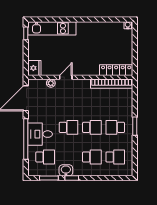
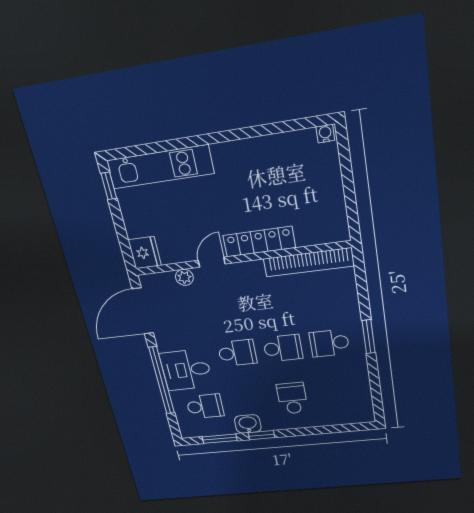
locker: (116, 70) -> (259, 242), moved
school desk: (92, 157) -> (292, 398), turned -90
school desk: (115, 157) -> (337, 394), removed

